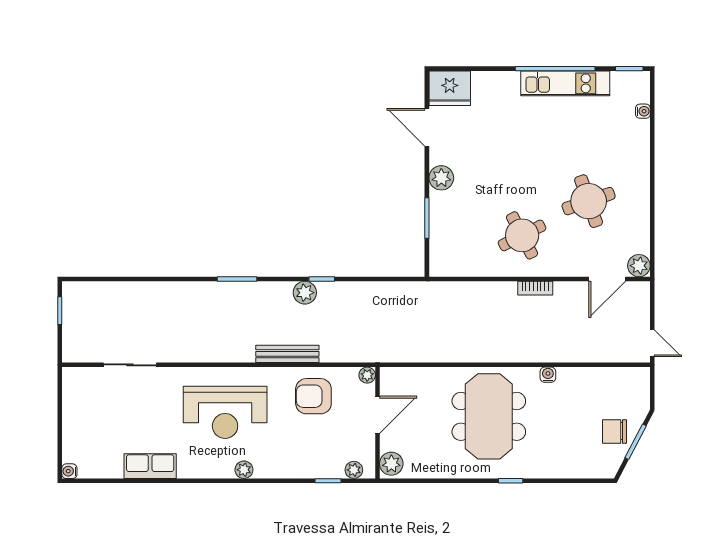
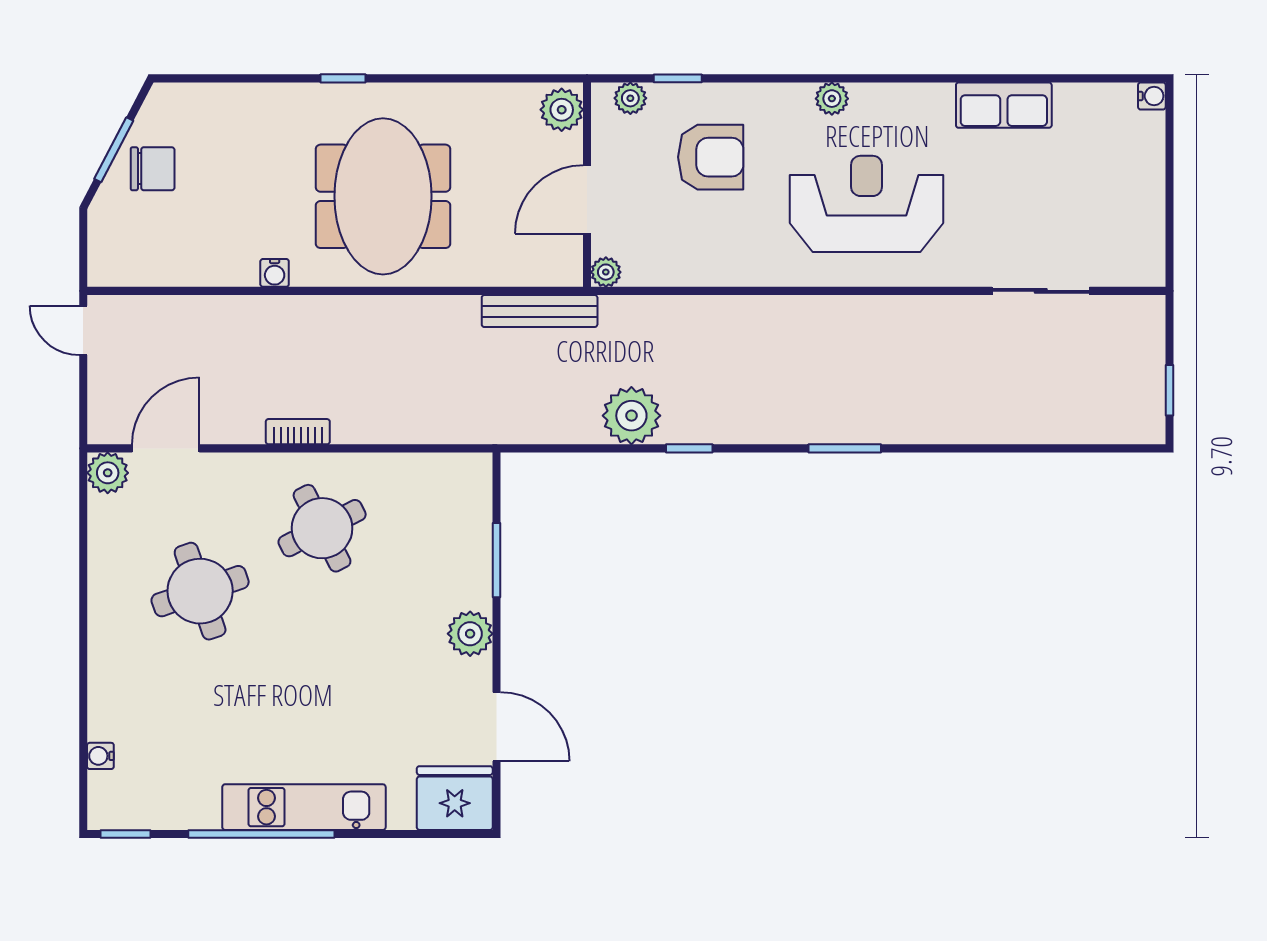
kitchen unit: (565, 83) -> (304, 807), moved
plant: (305, 293) -> (631, 416), moved, width x1.36, depth x1.36
bench: (287, 354) -> (540, 311), moved
armchair: (313, 396) -> (711, 157), moved

